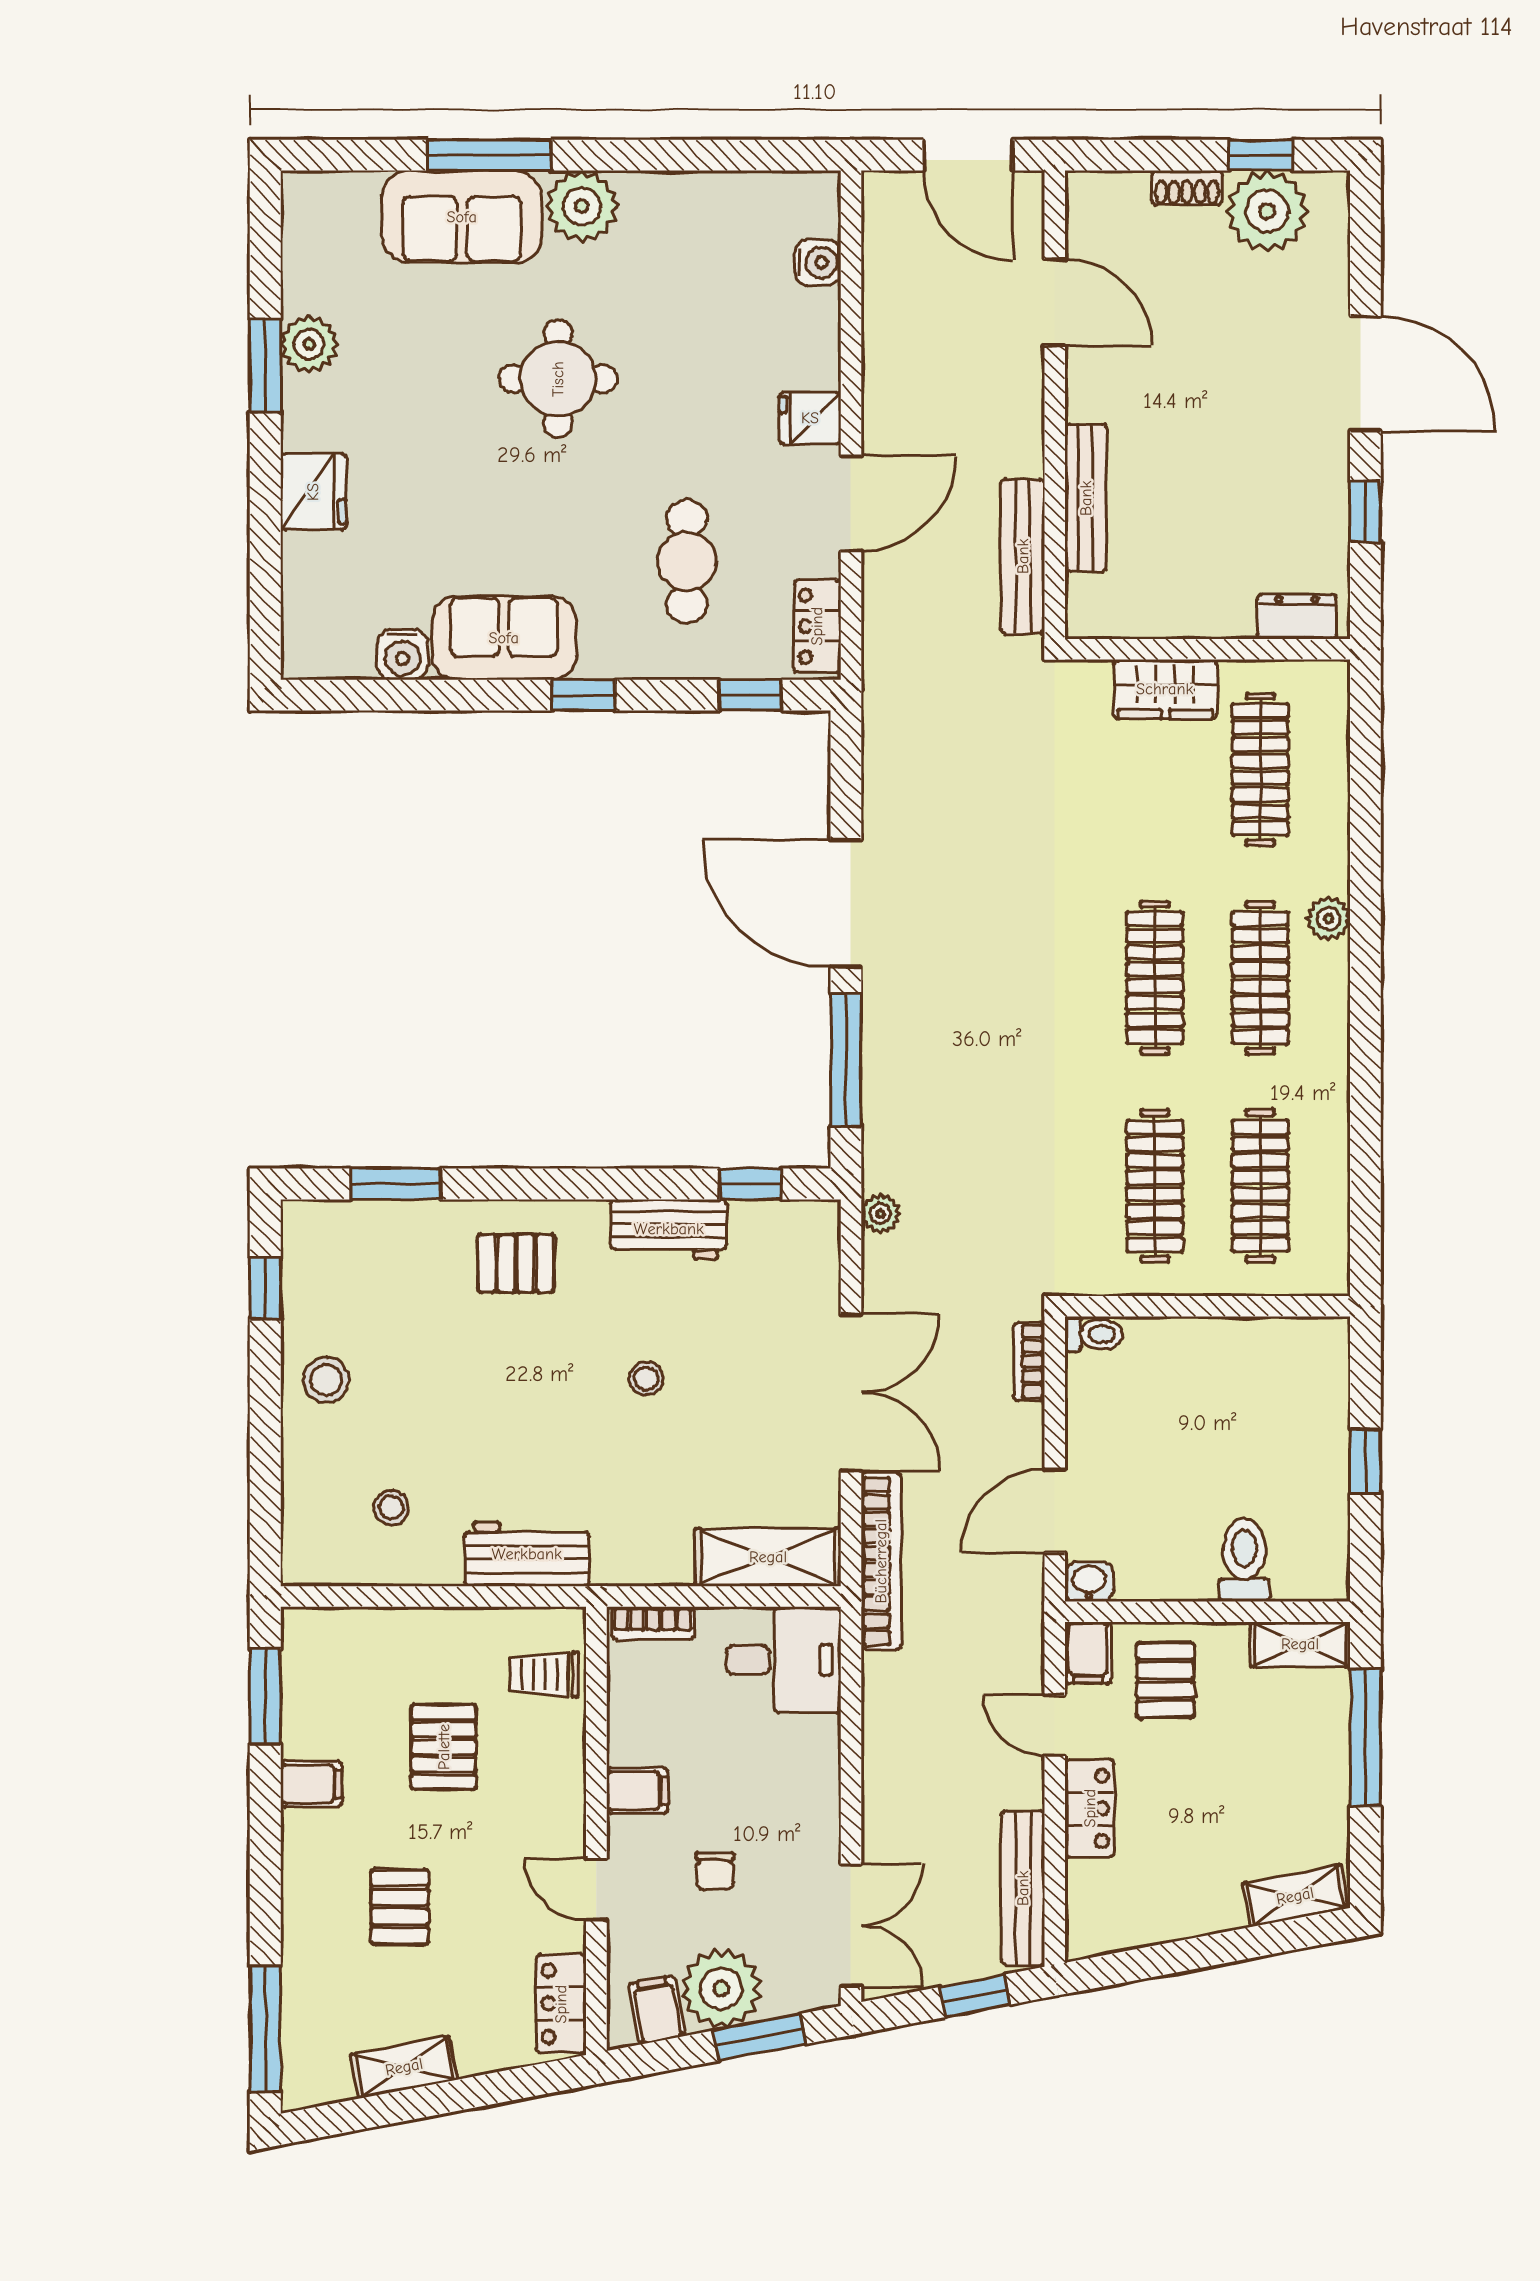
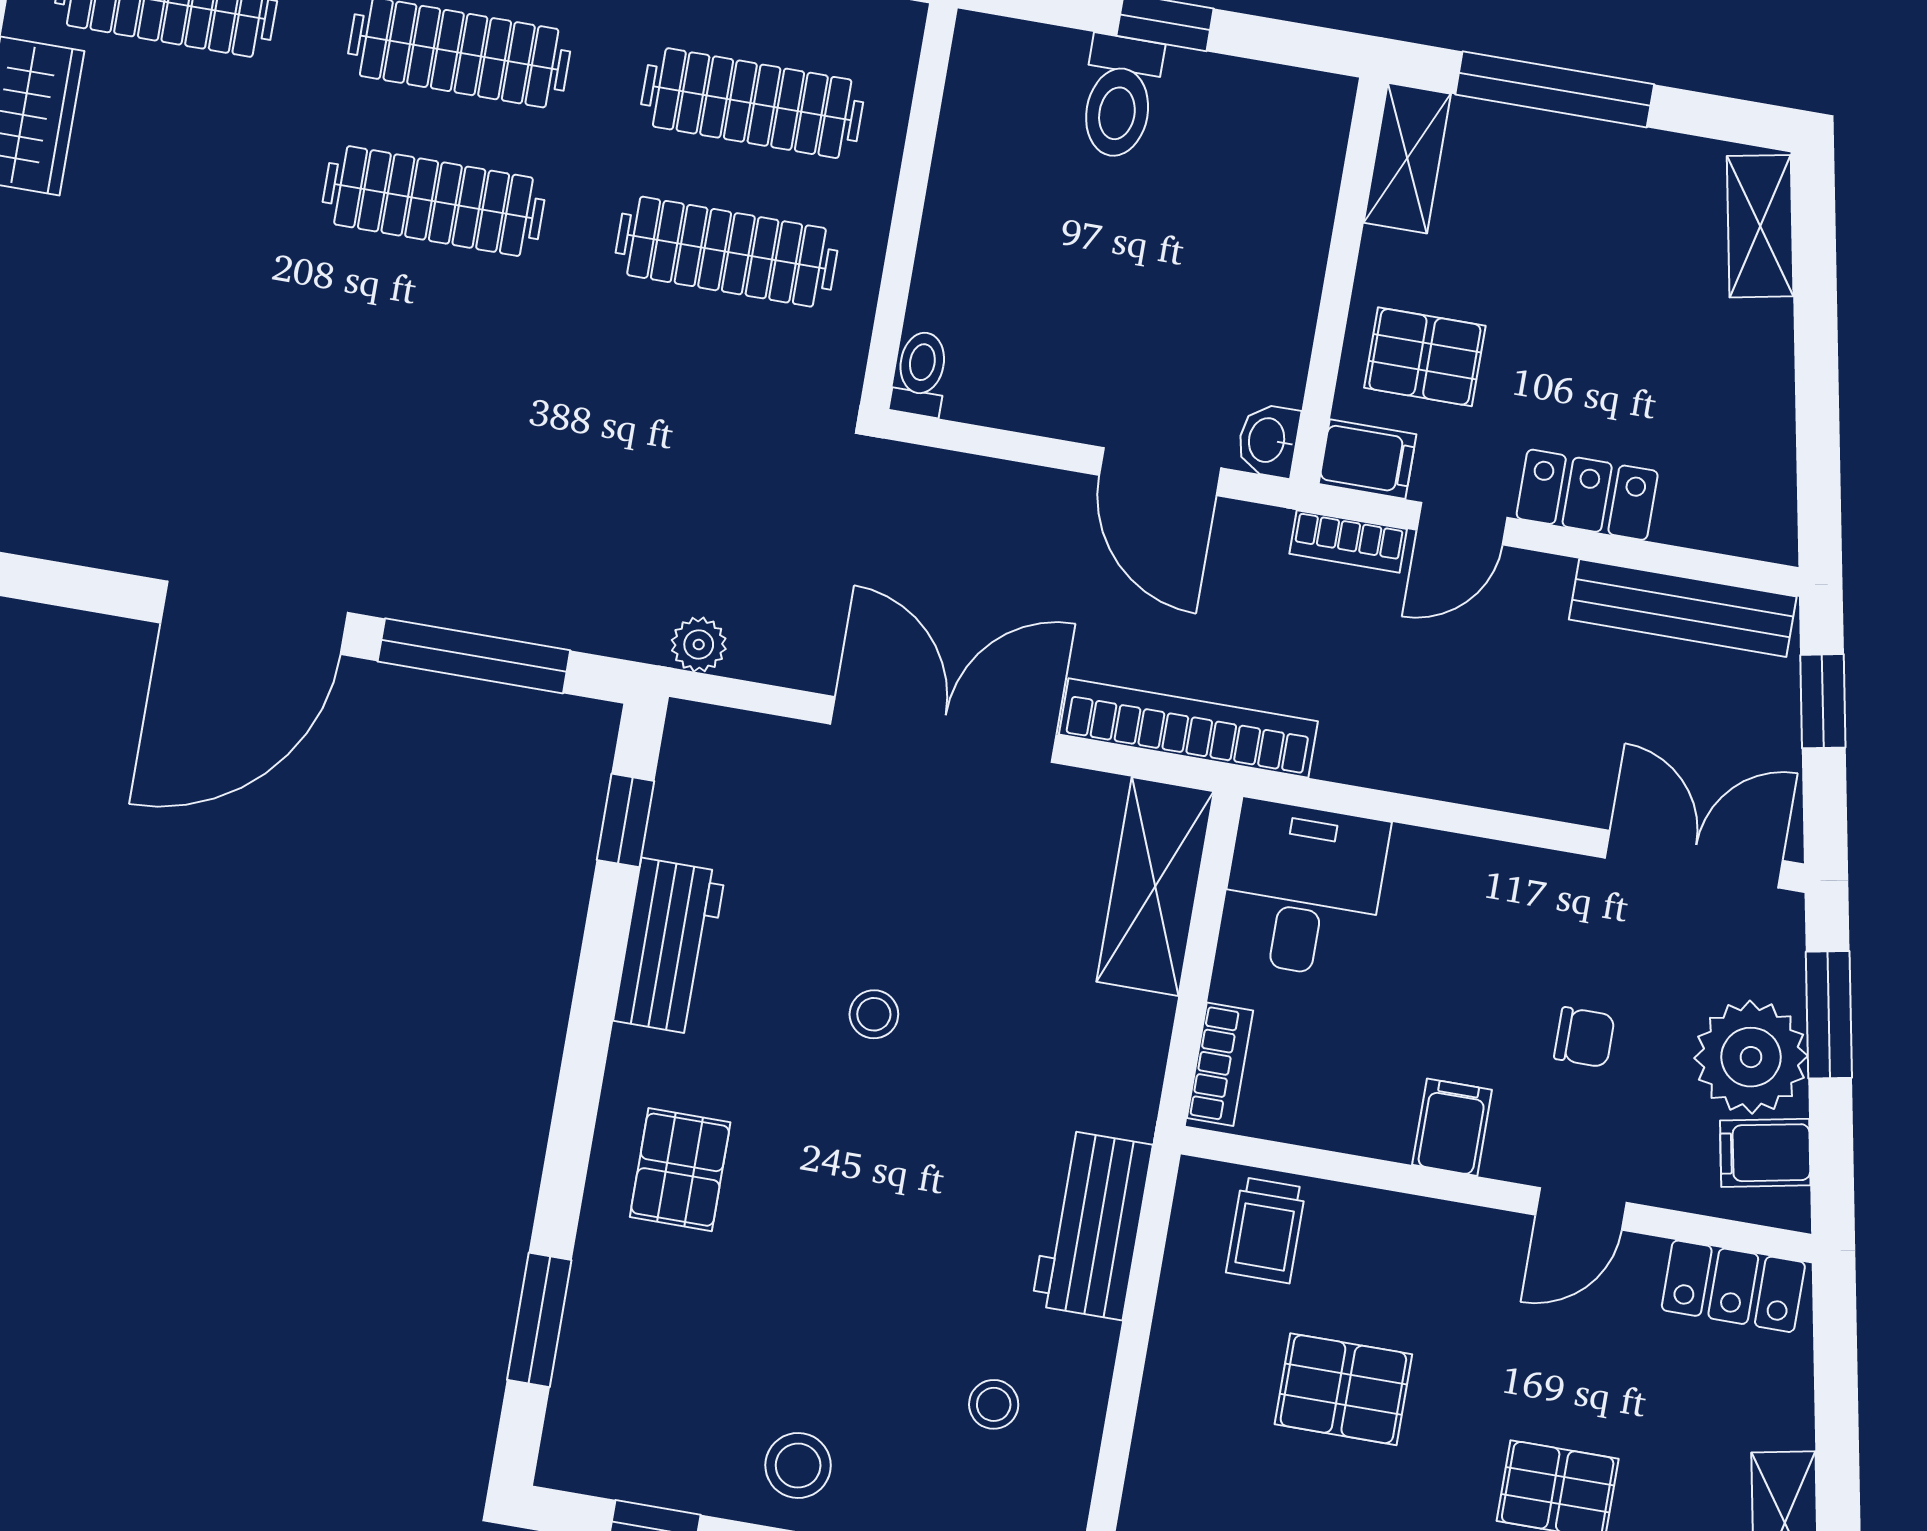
bookcase: (1029, 1361) -> (1348, 541), moved
toilet: (1244, 1560) -> (1120, 97), moved, turned -90

